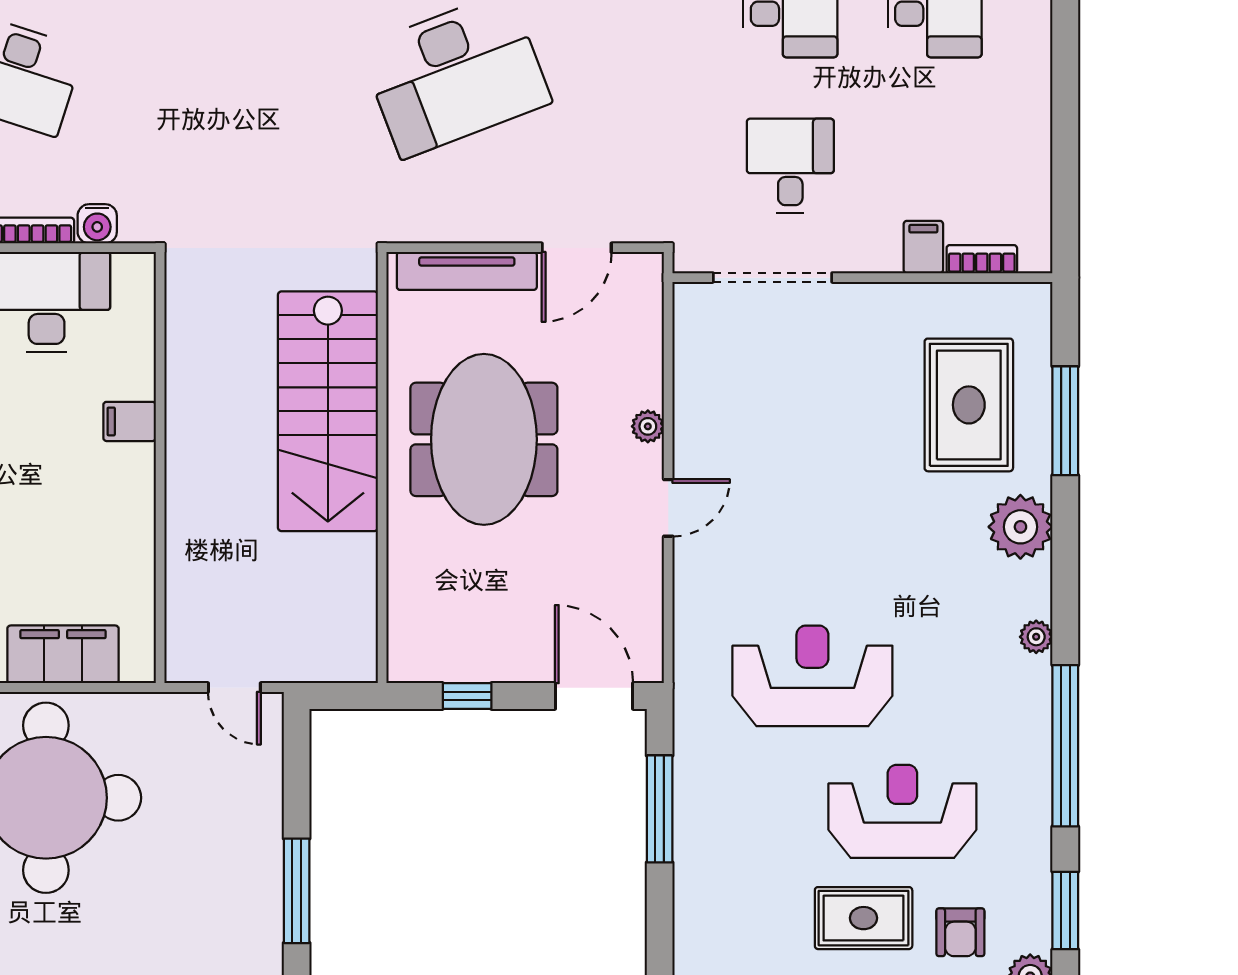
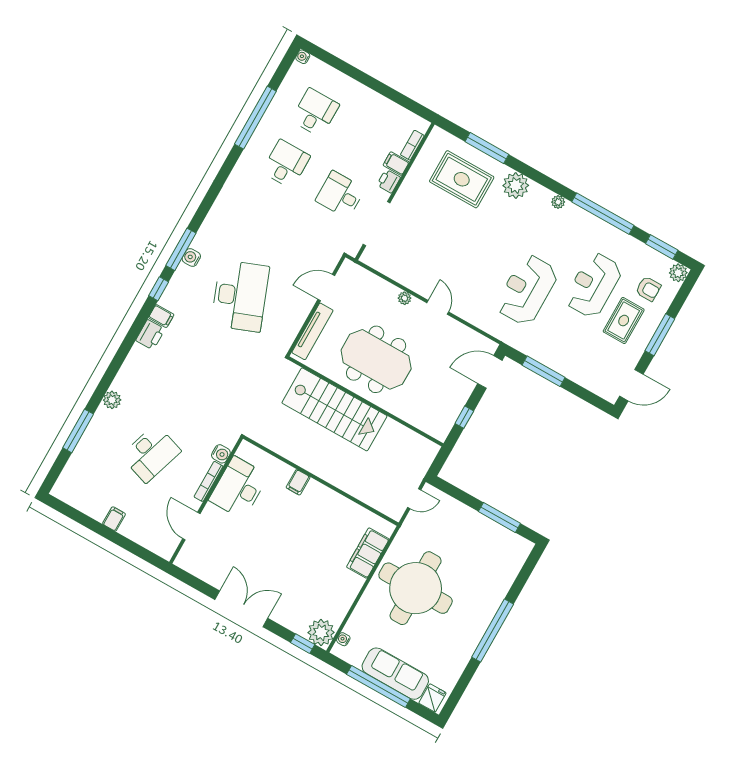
door: (577, 248) -> (326, 288), swing flipped
printer: (877, 252) -> (389, 181), added

